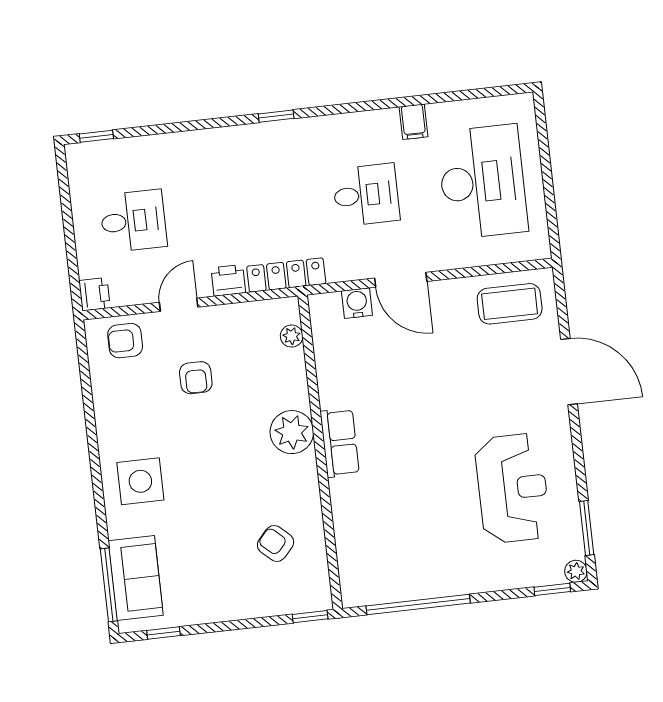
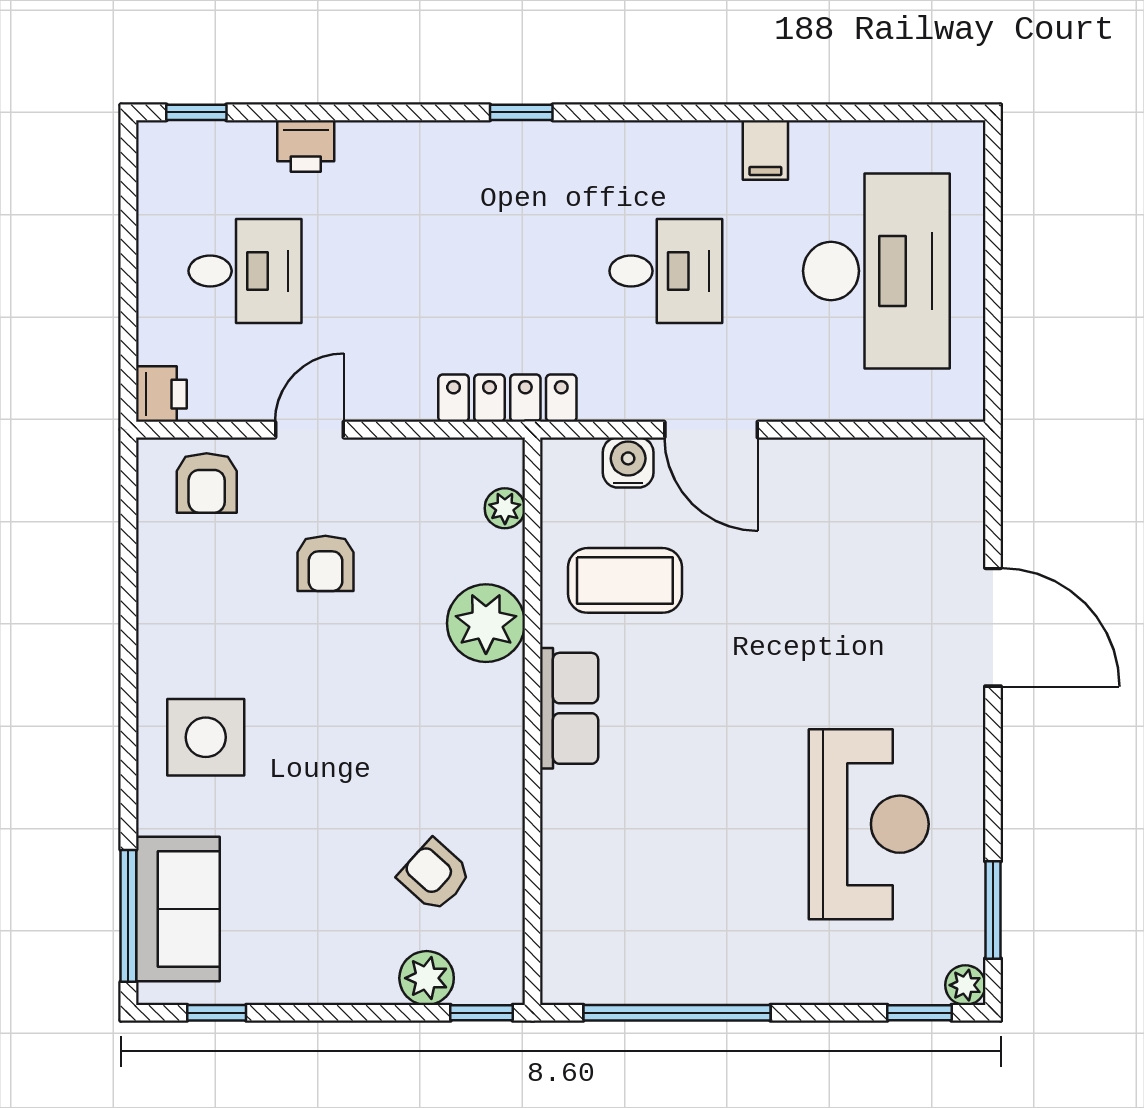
printer: (228, 280) -> (306, 146), moved, turned 180
coffee table: (510, 304) -> (625, 580), moved
armchair: (125, 341) -> (207, 483), turned -90
plant: (292, 432) -> (486, 623), moved
plant: (277, 601) -> (427, 978), added

